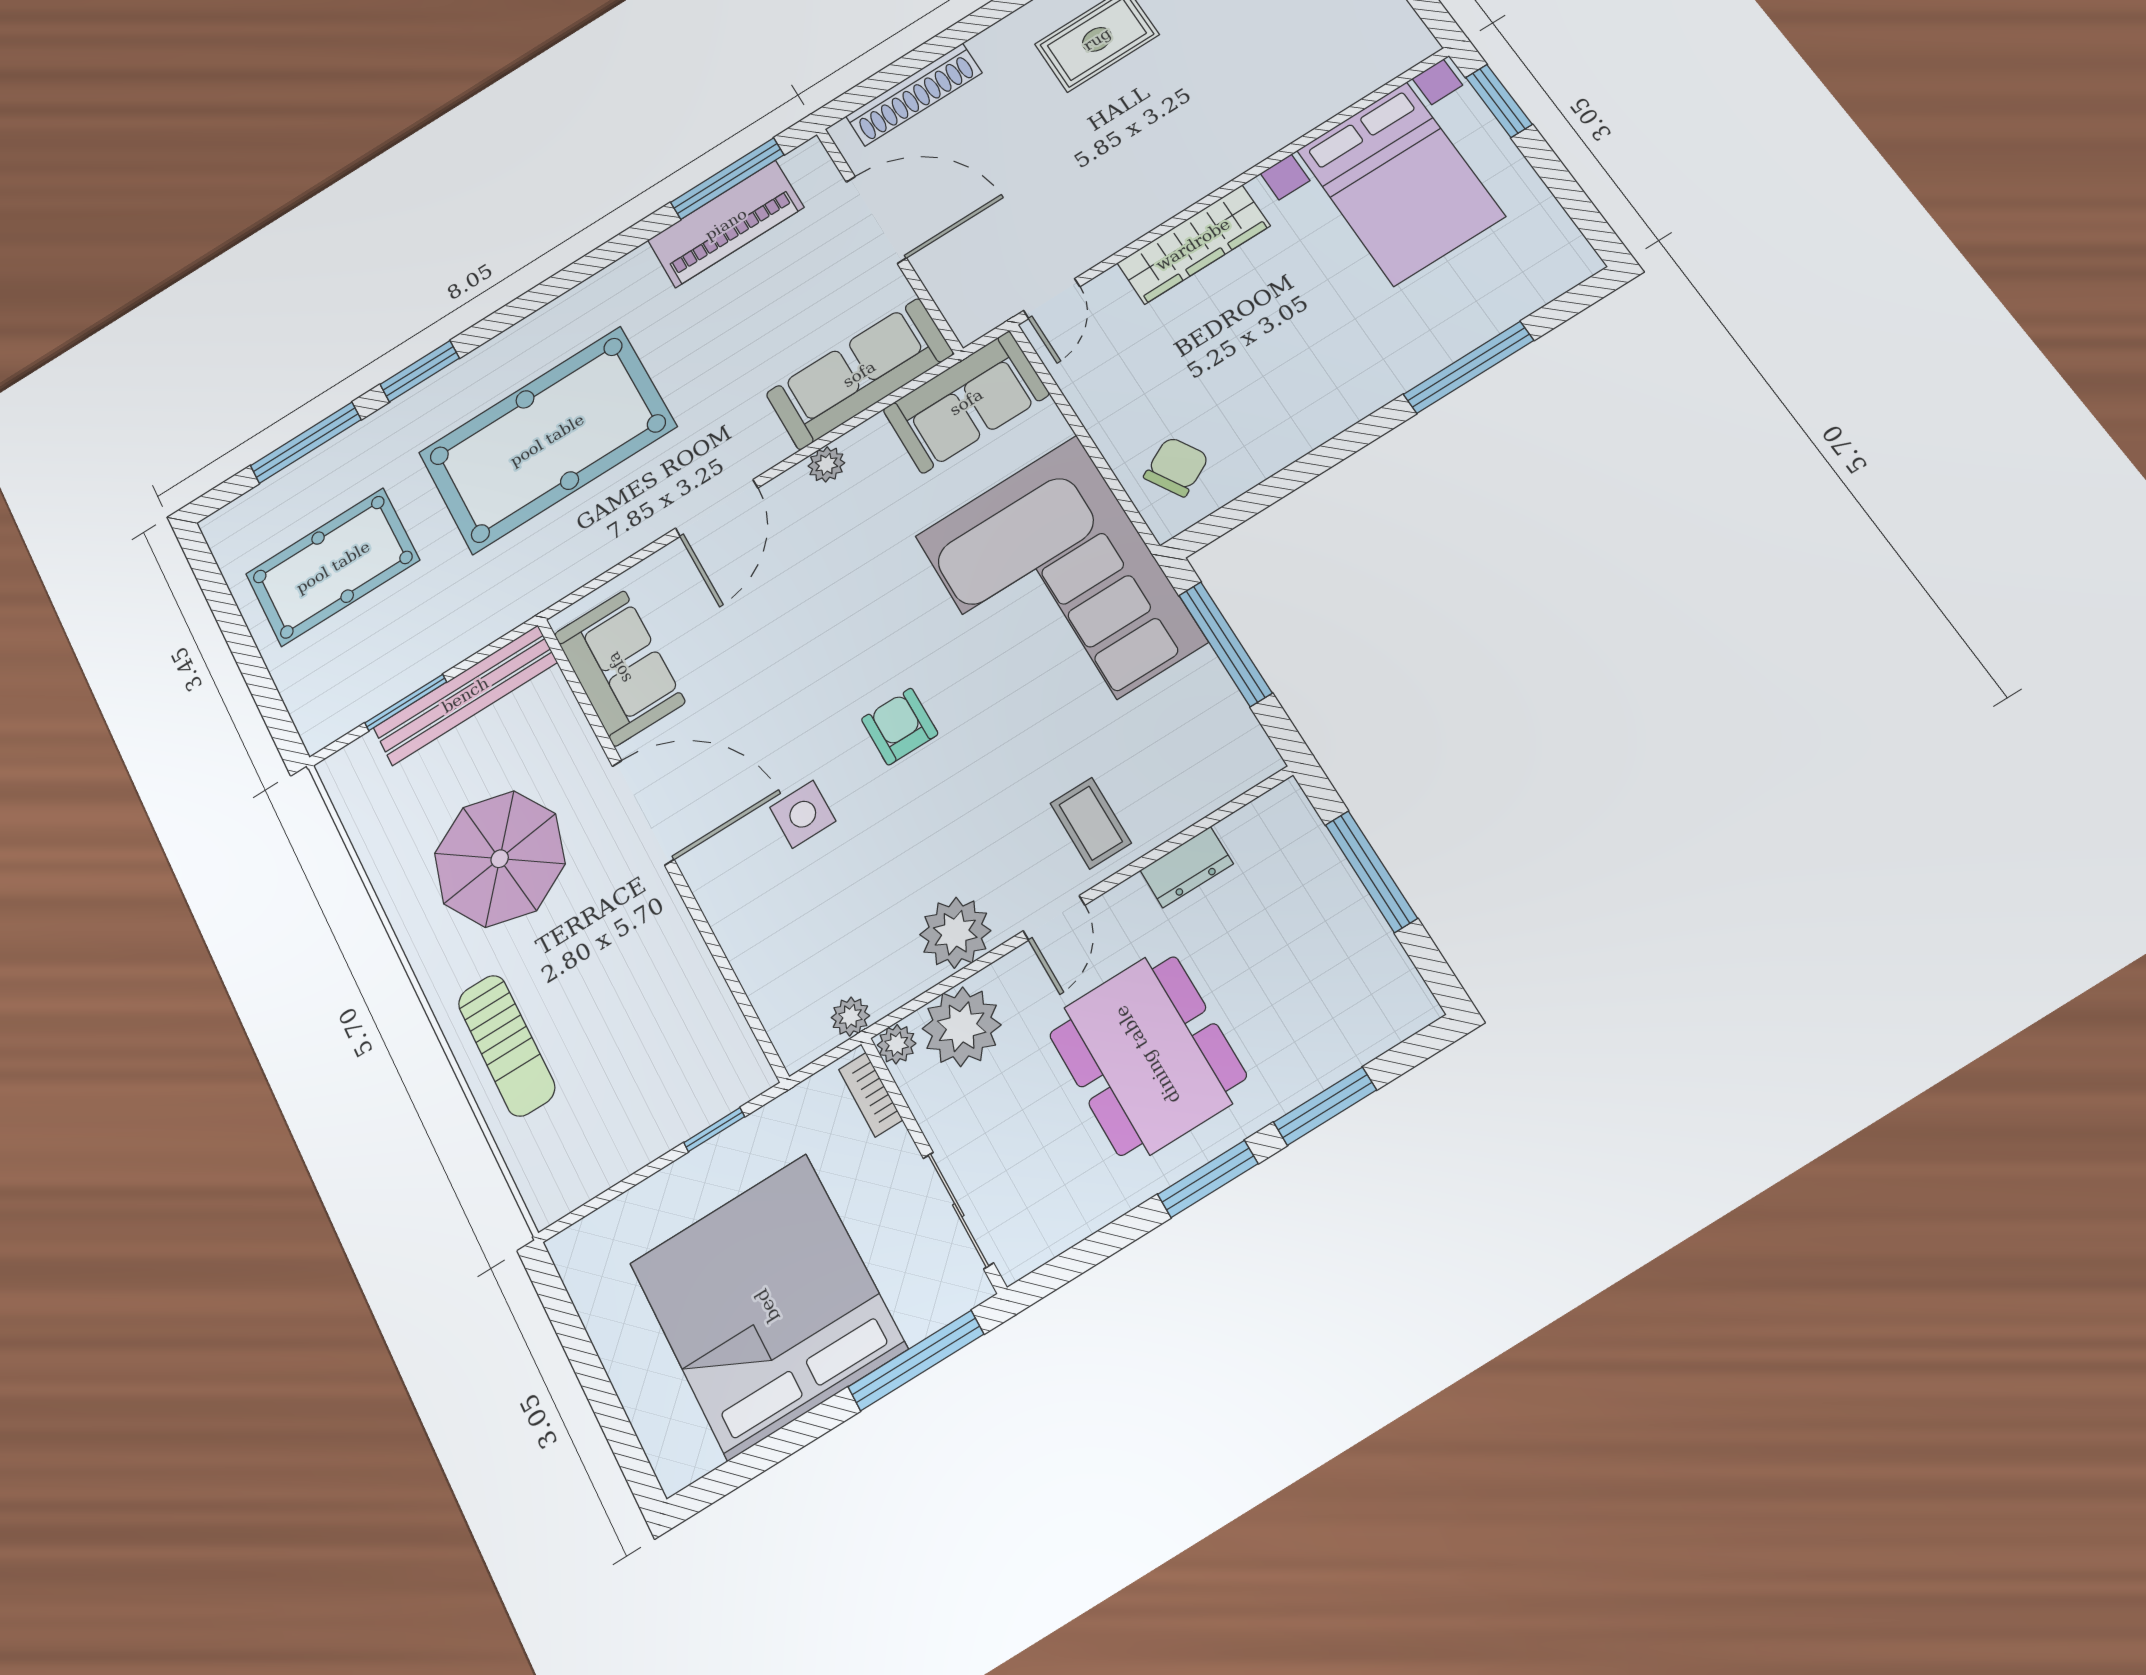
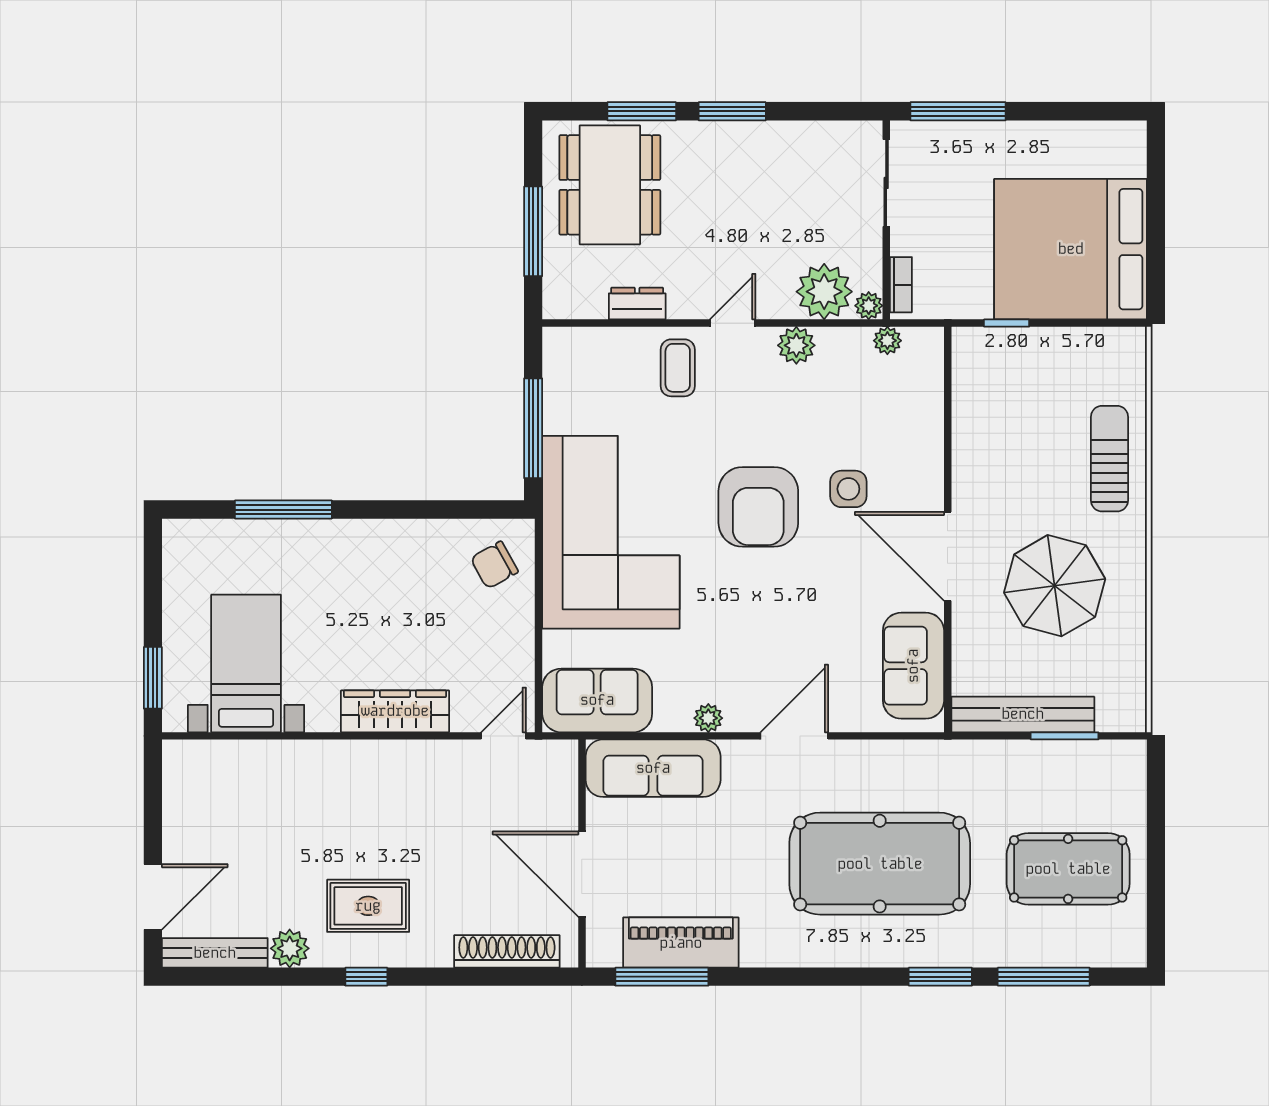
bed with nightstands: (1400, 183) -> (246, 663), width x0.73
armchair: (900, 727) -> (758, 507), width x1.88, depth x1.88
plant: (955, 933) -> (796, 345), width x0.73, depth x0.73
dining table: (1147, 1055) -> (610, 185), moved
bed: (767, 1306) -> (1071, 249), moved, turned 90

